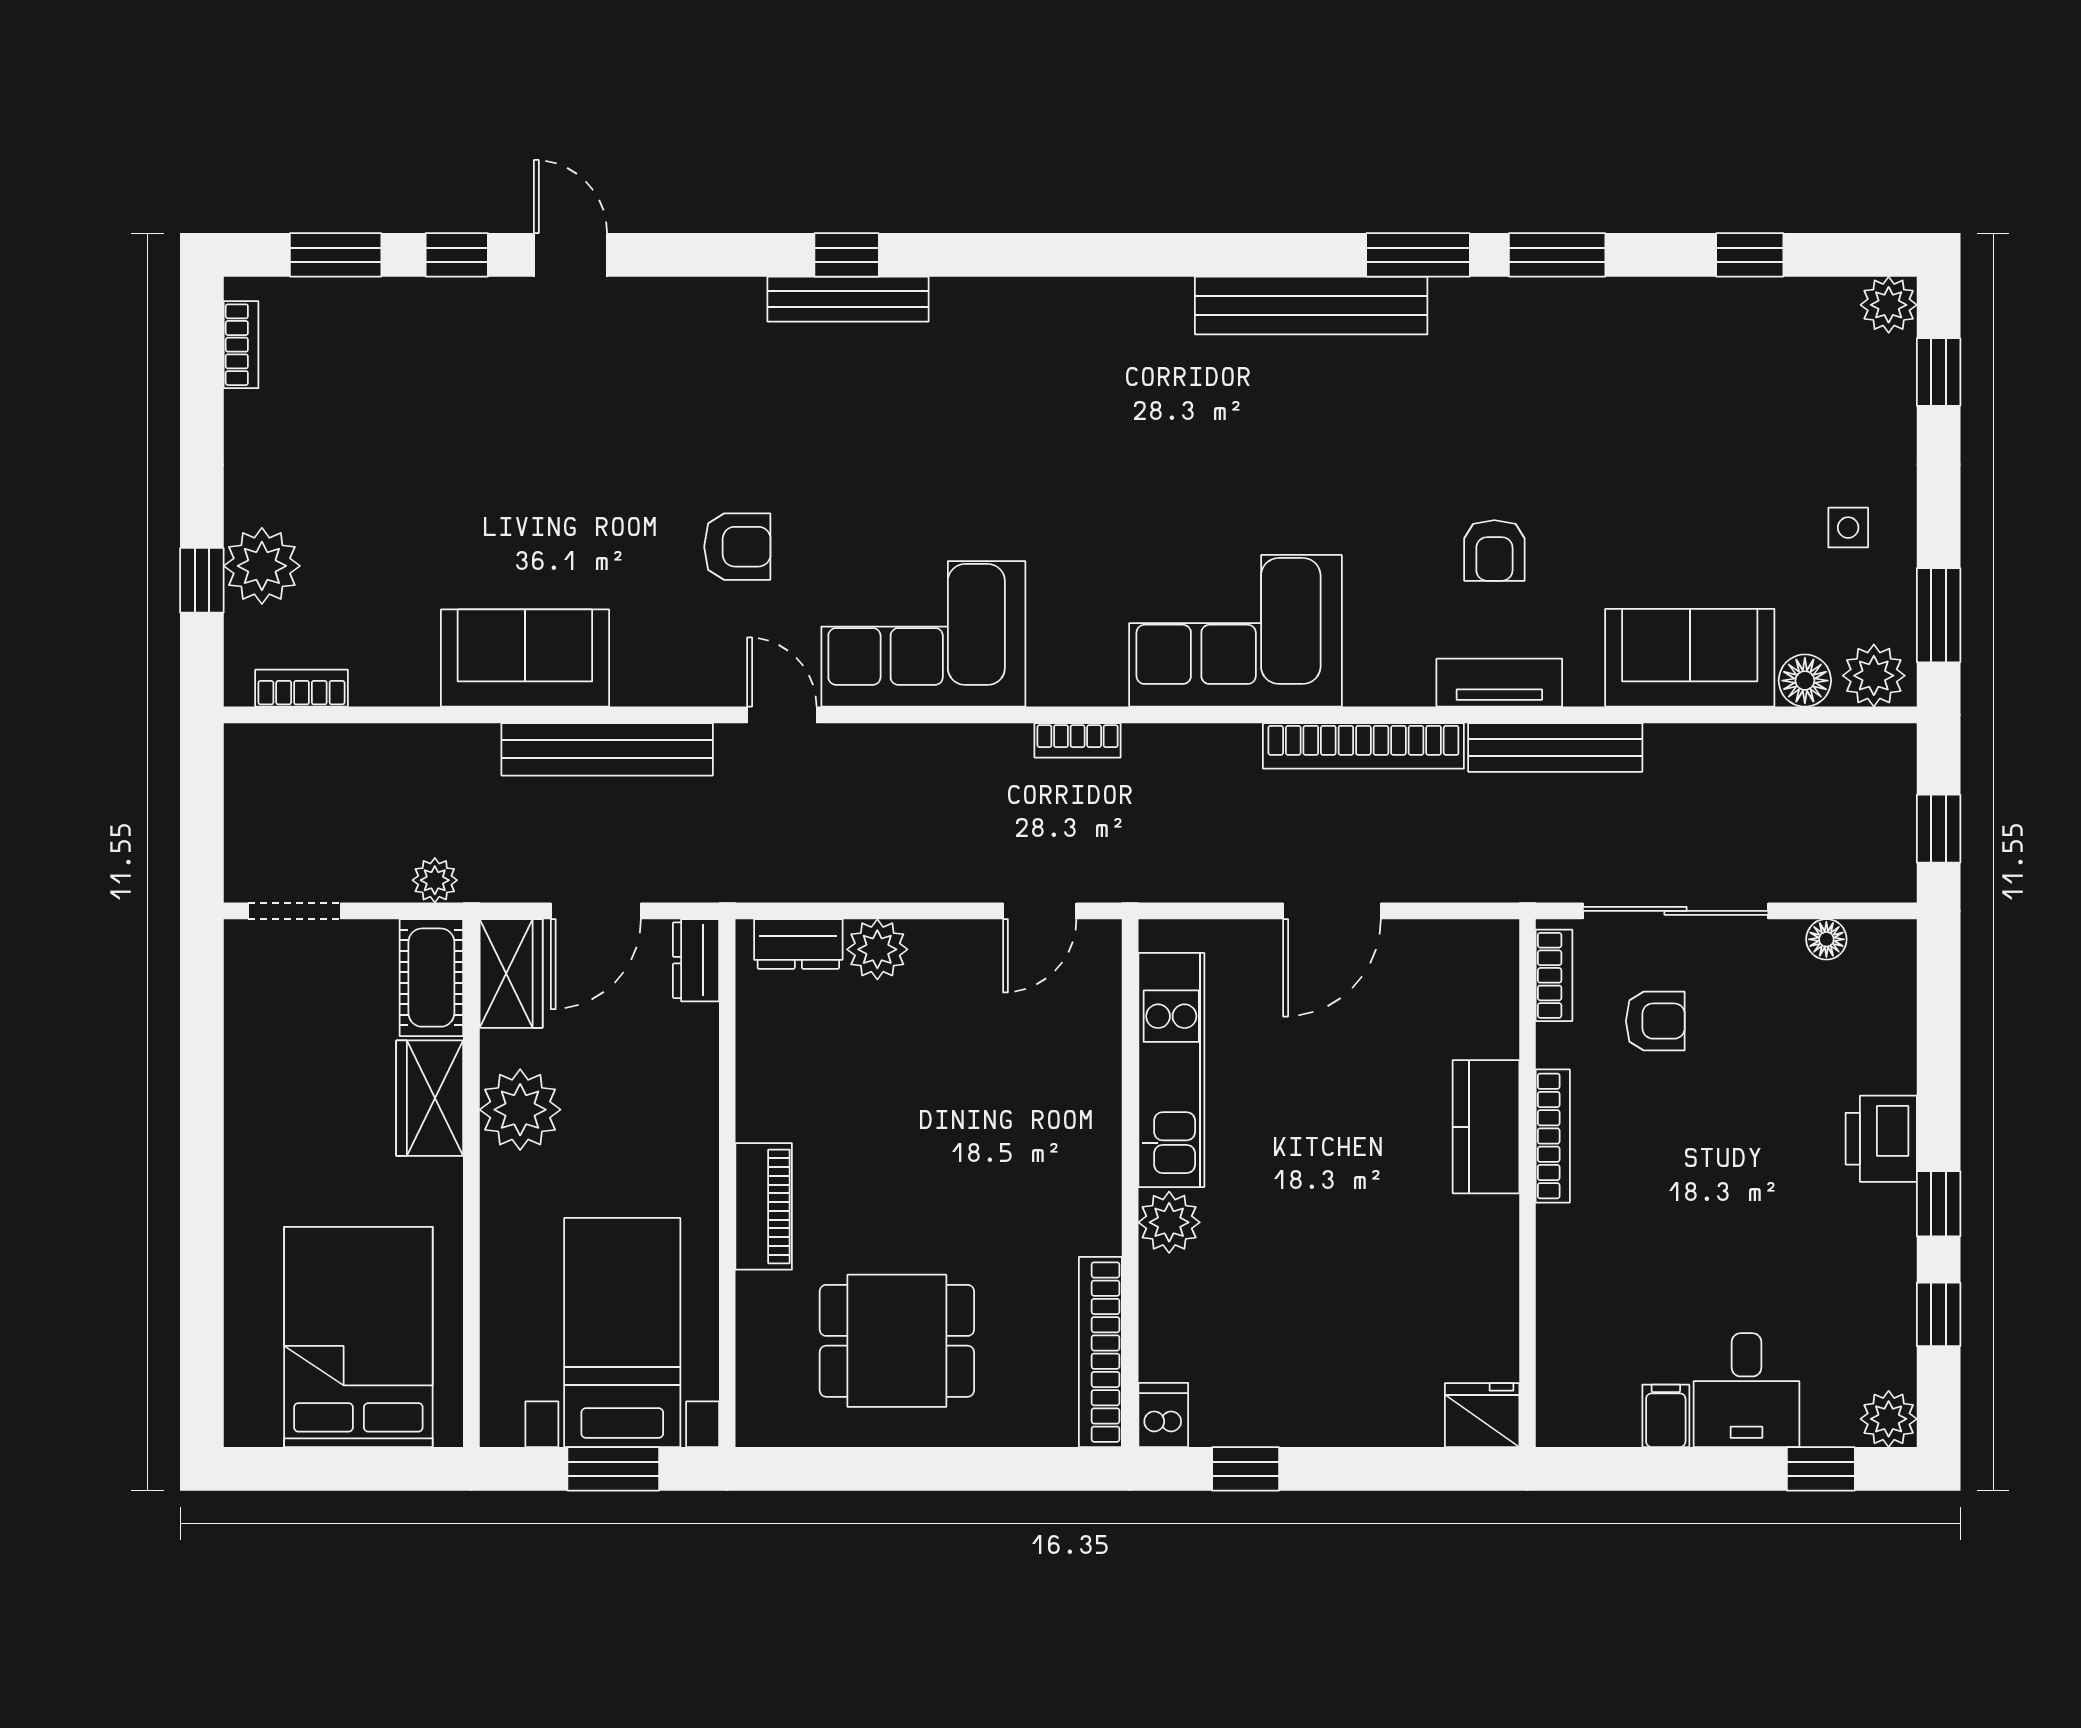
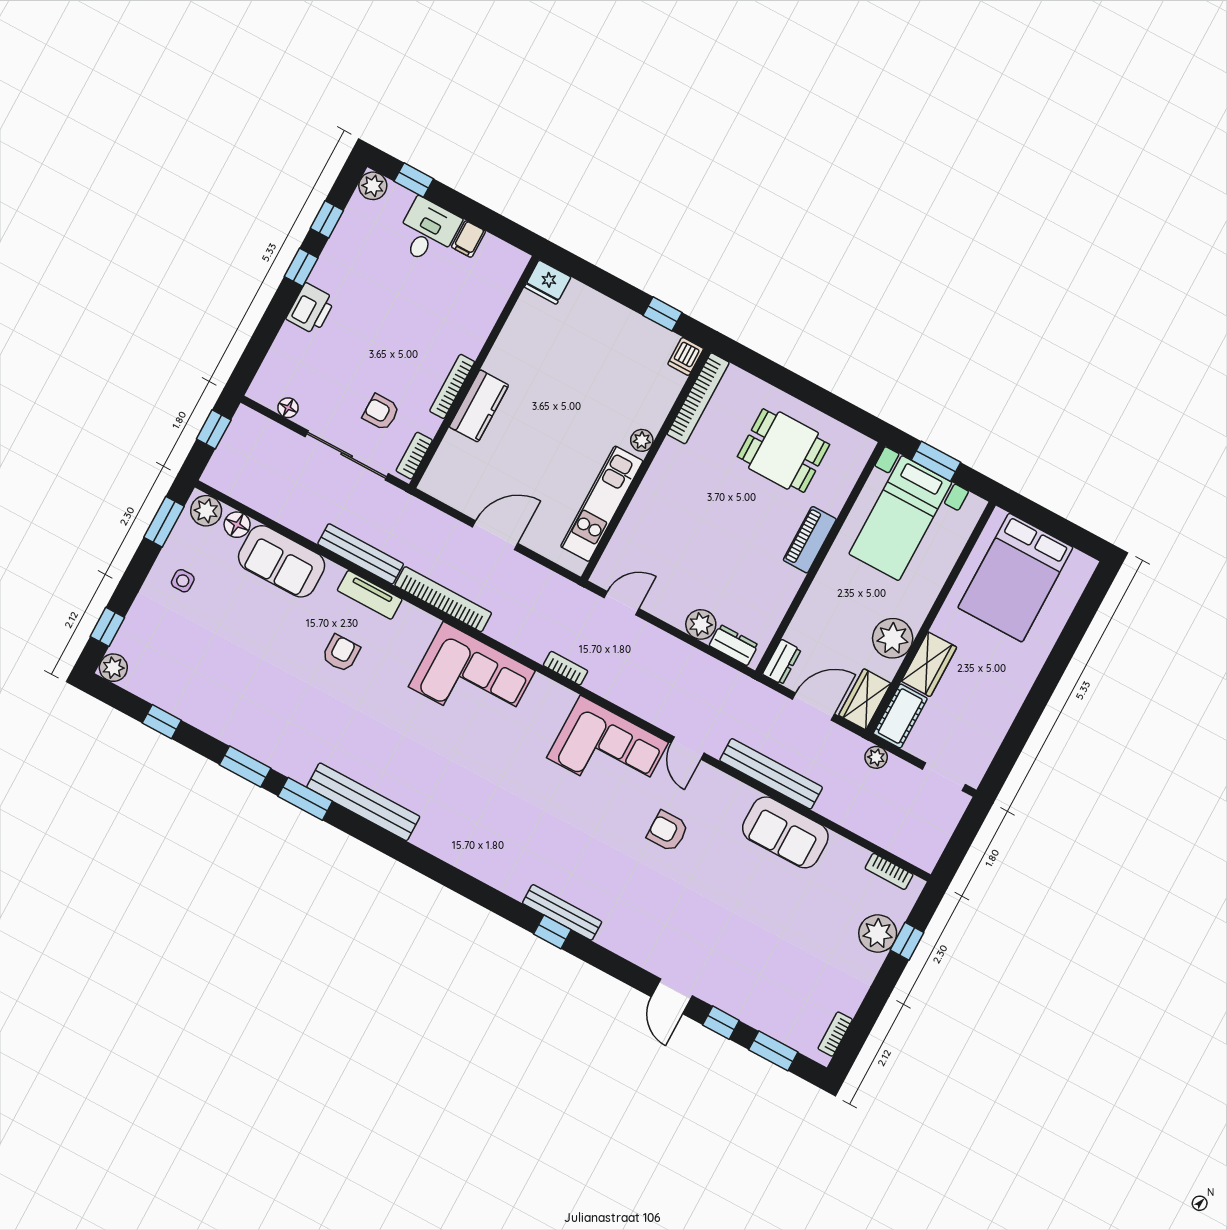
plant: (1169, 1222) -> (642, 440), width x0.73, depth x0.73

